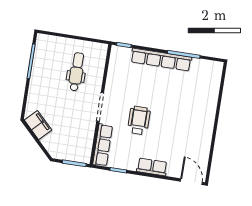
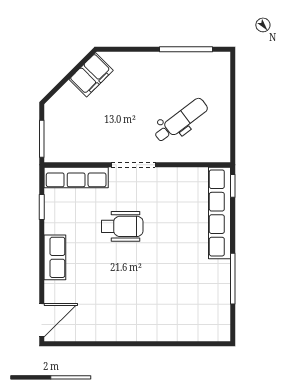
row of seats: (161, 60) -> (219, 213), moved
dental chair: (76, 72) -> (181, 120), turned -37

